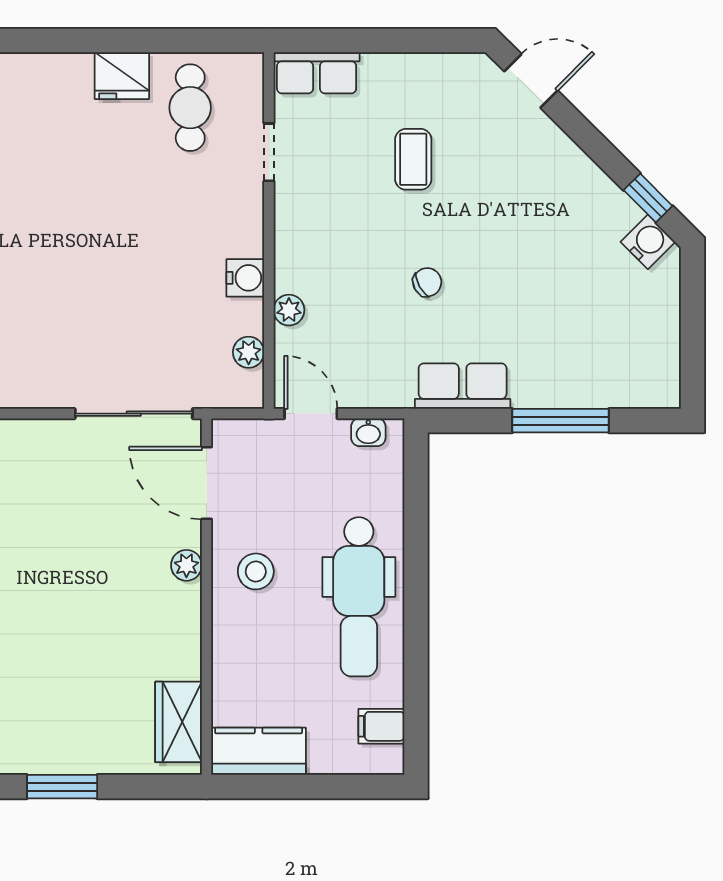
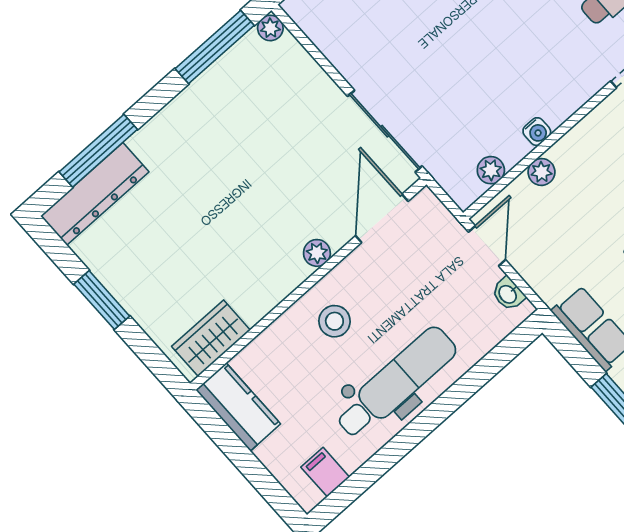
water cooler: (245, 278) -> (537, 132), width x0.72, depth x0.72
stool: (256, 571) -> (334, 321), moved
dental chair: (359, 597) -> (396, 383), turned 180

